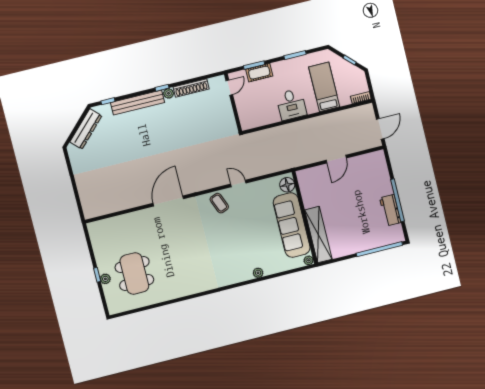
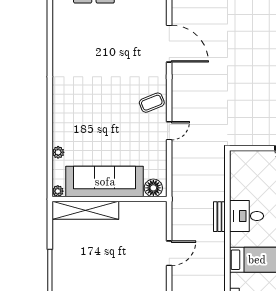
bench: (297, 126) -> (219, 217), added
door: (336, 159) -> (169, 253), swing flipped
plant: (258, 273) -> (58, 152), moved

